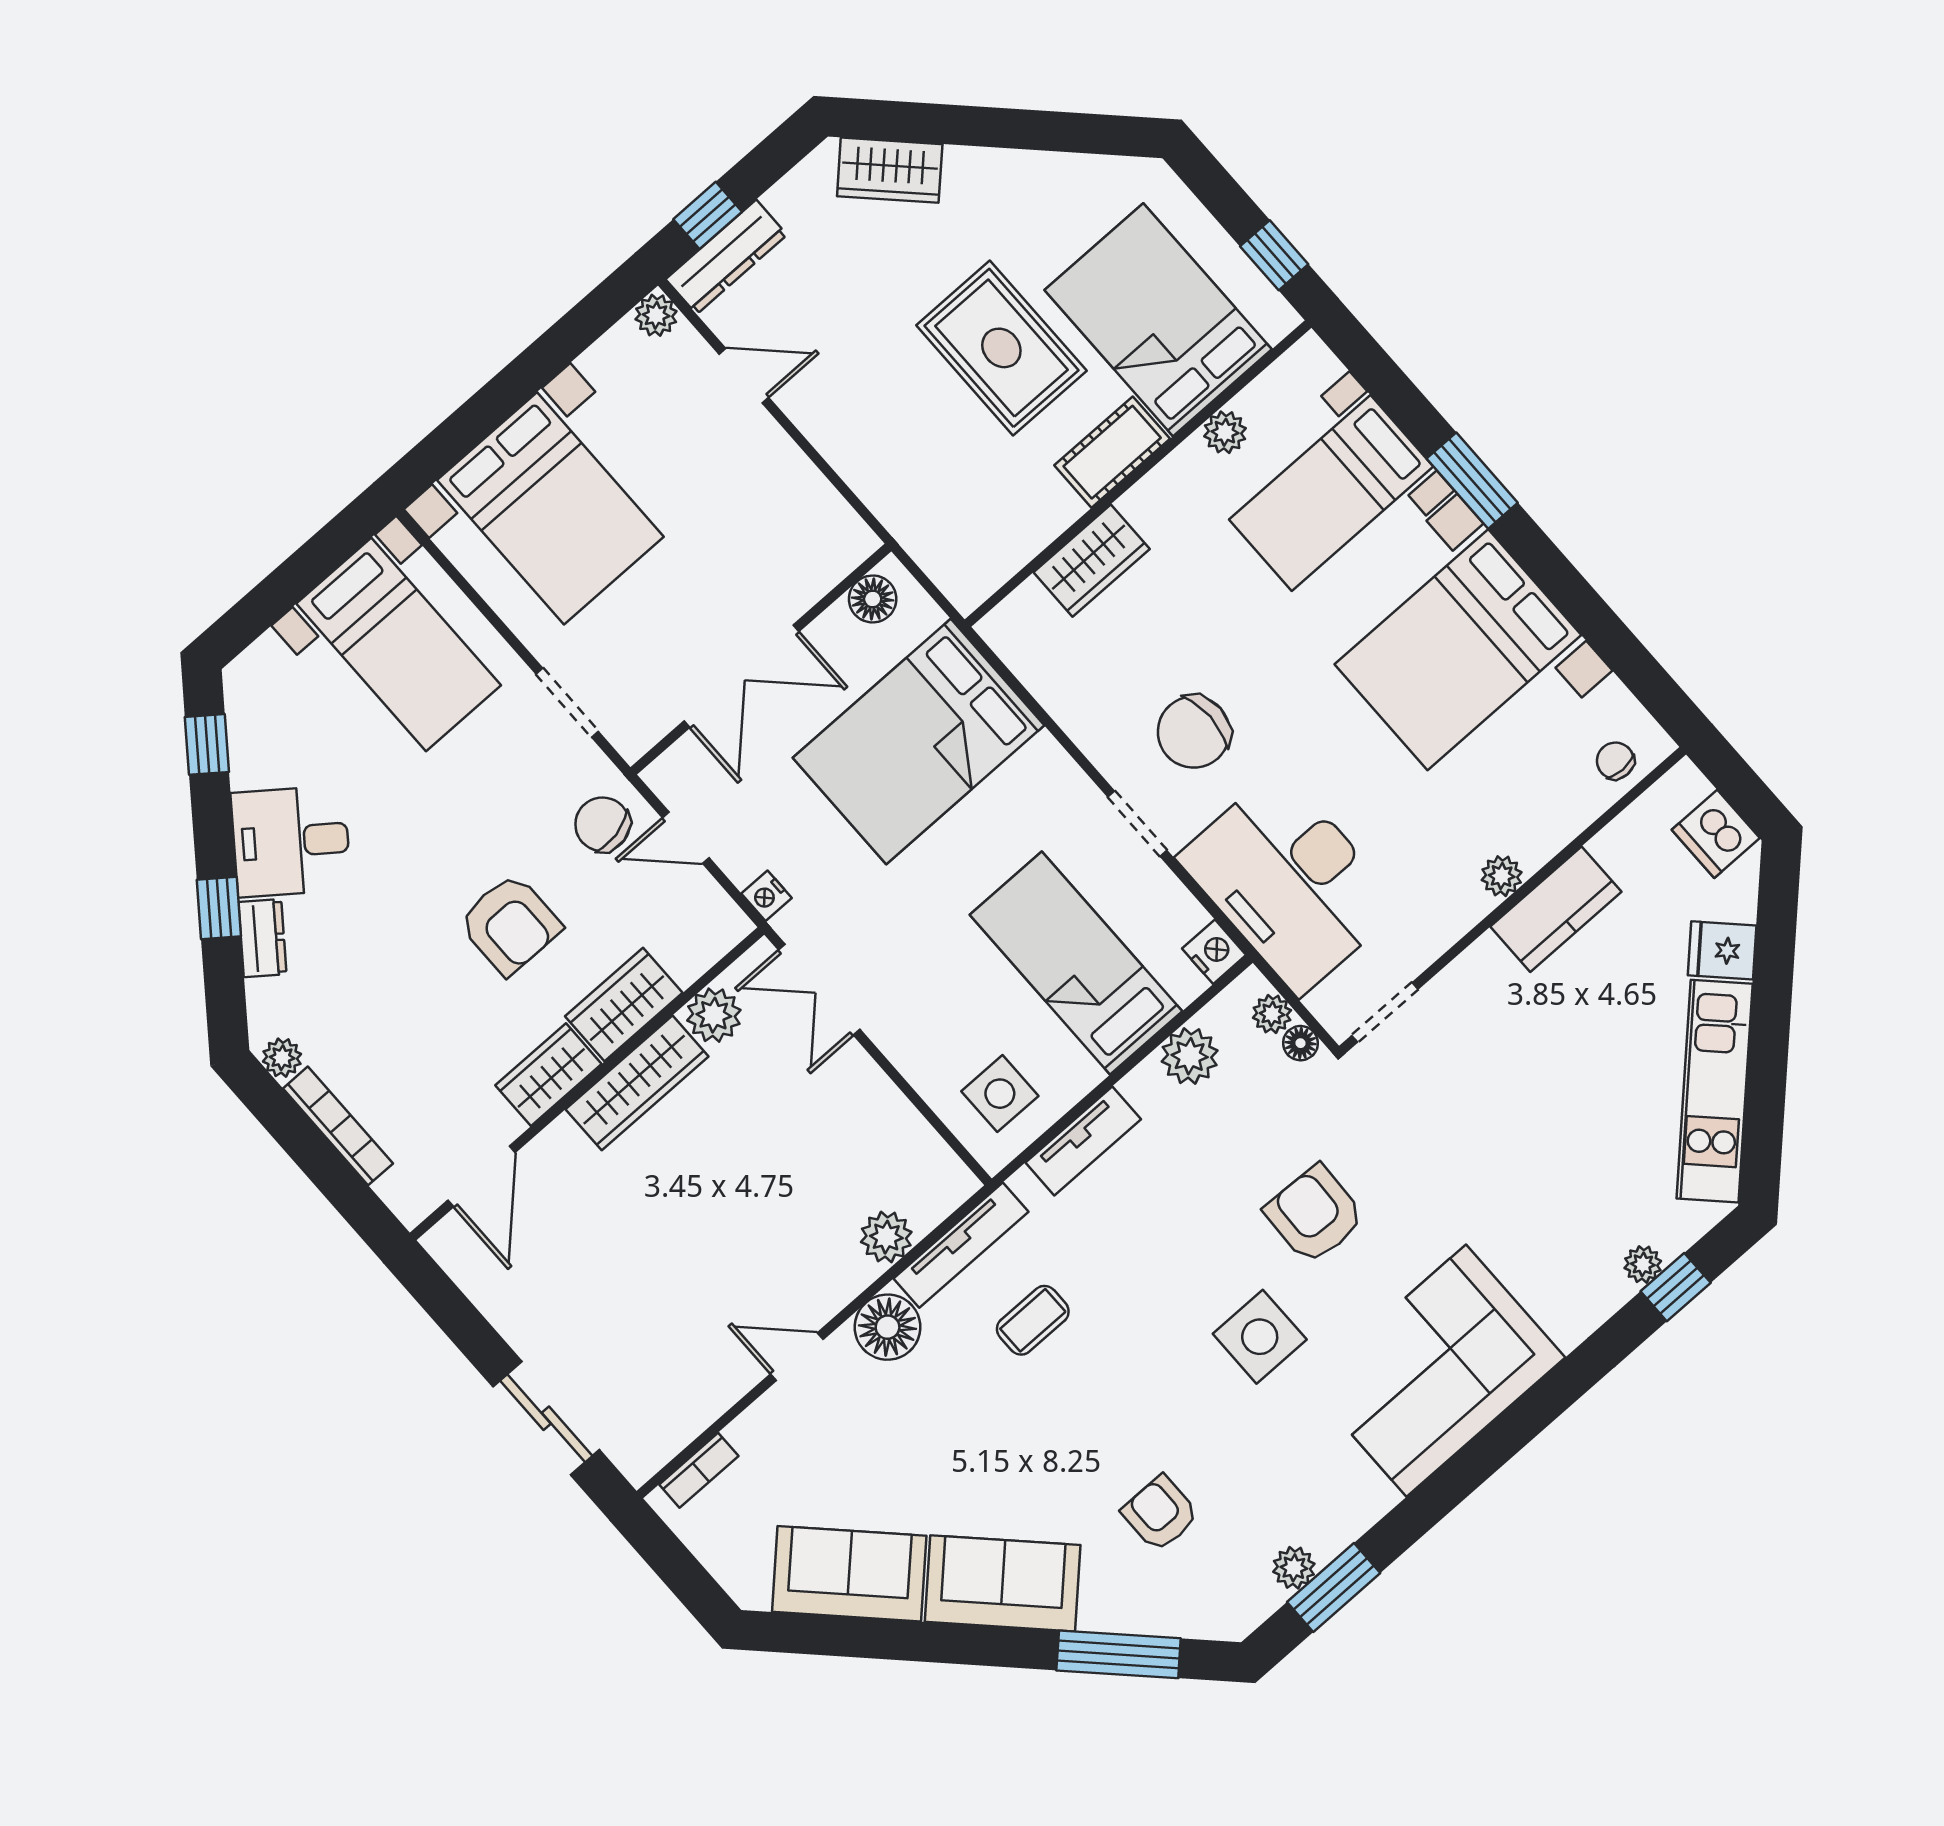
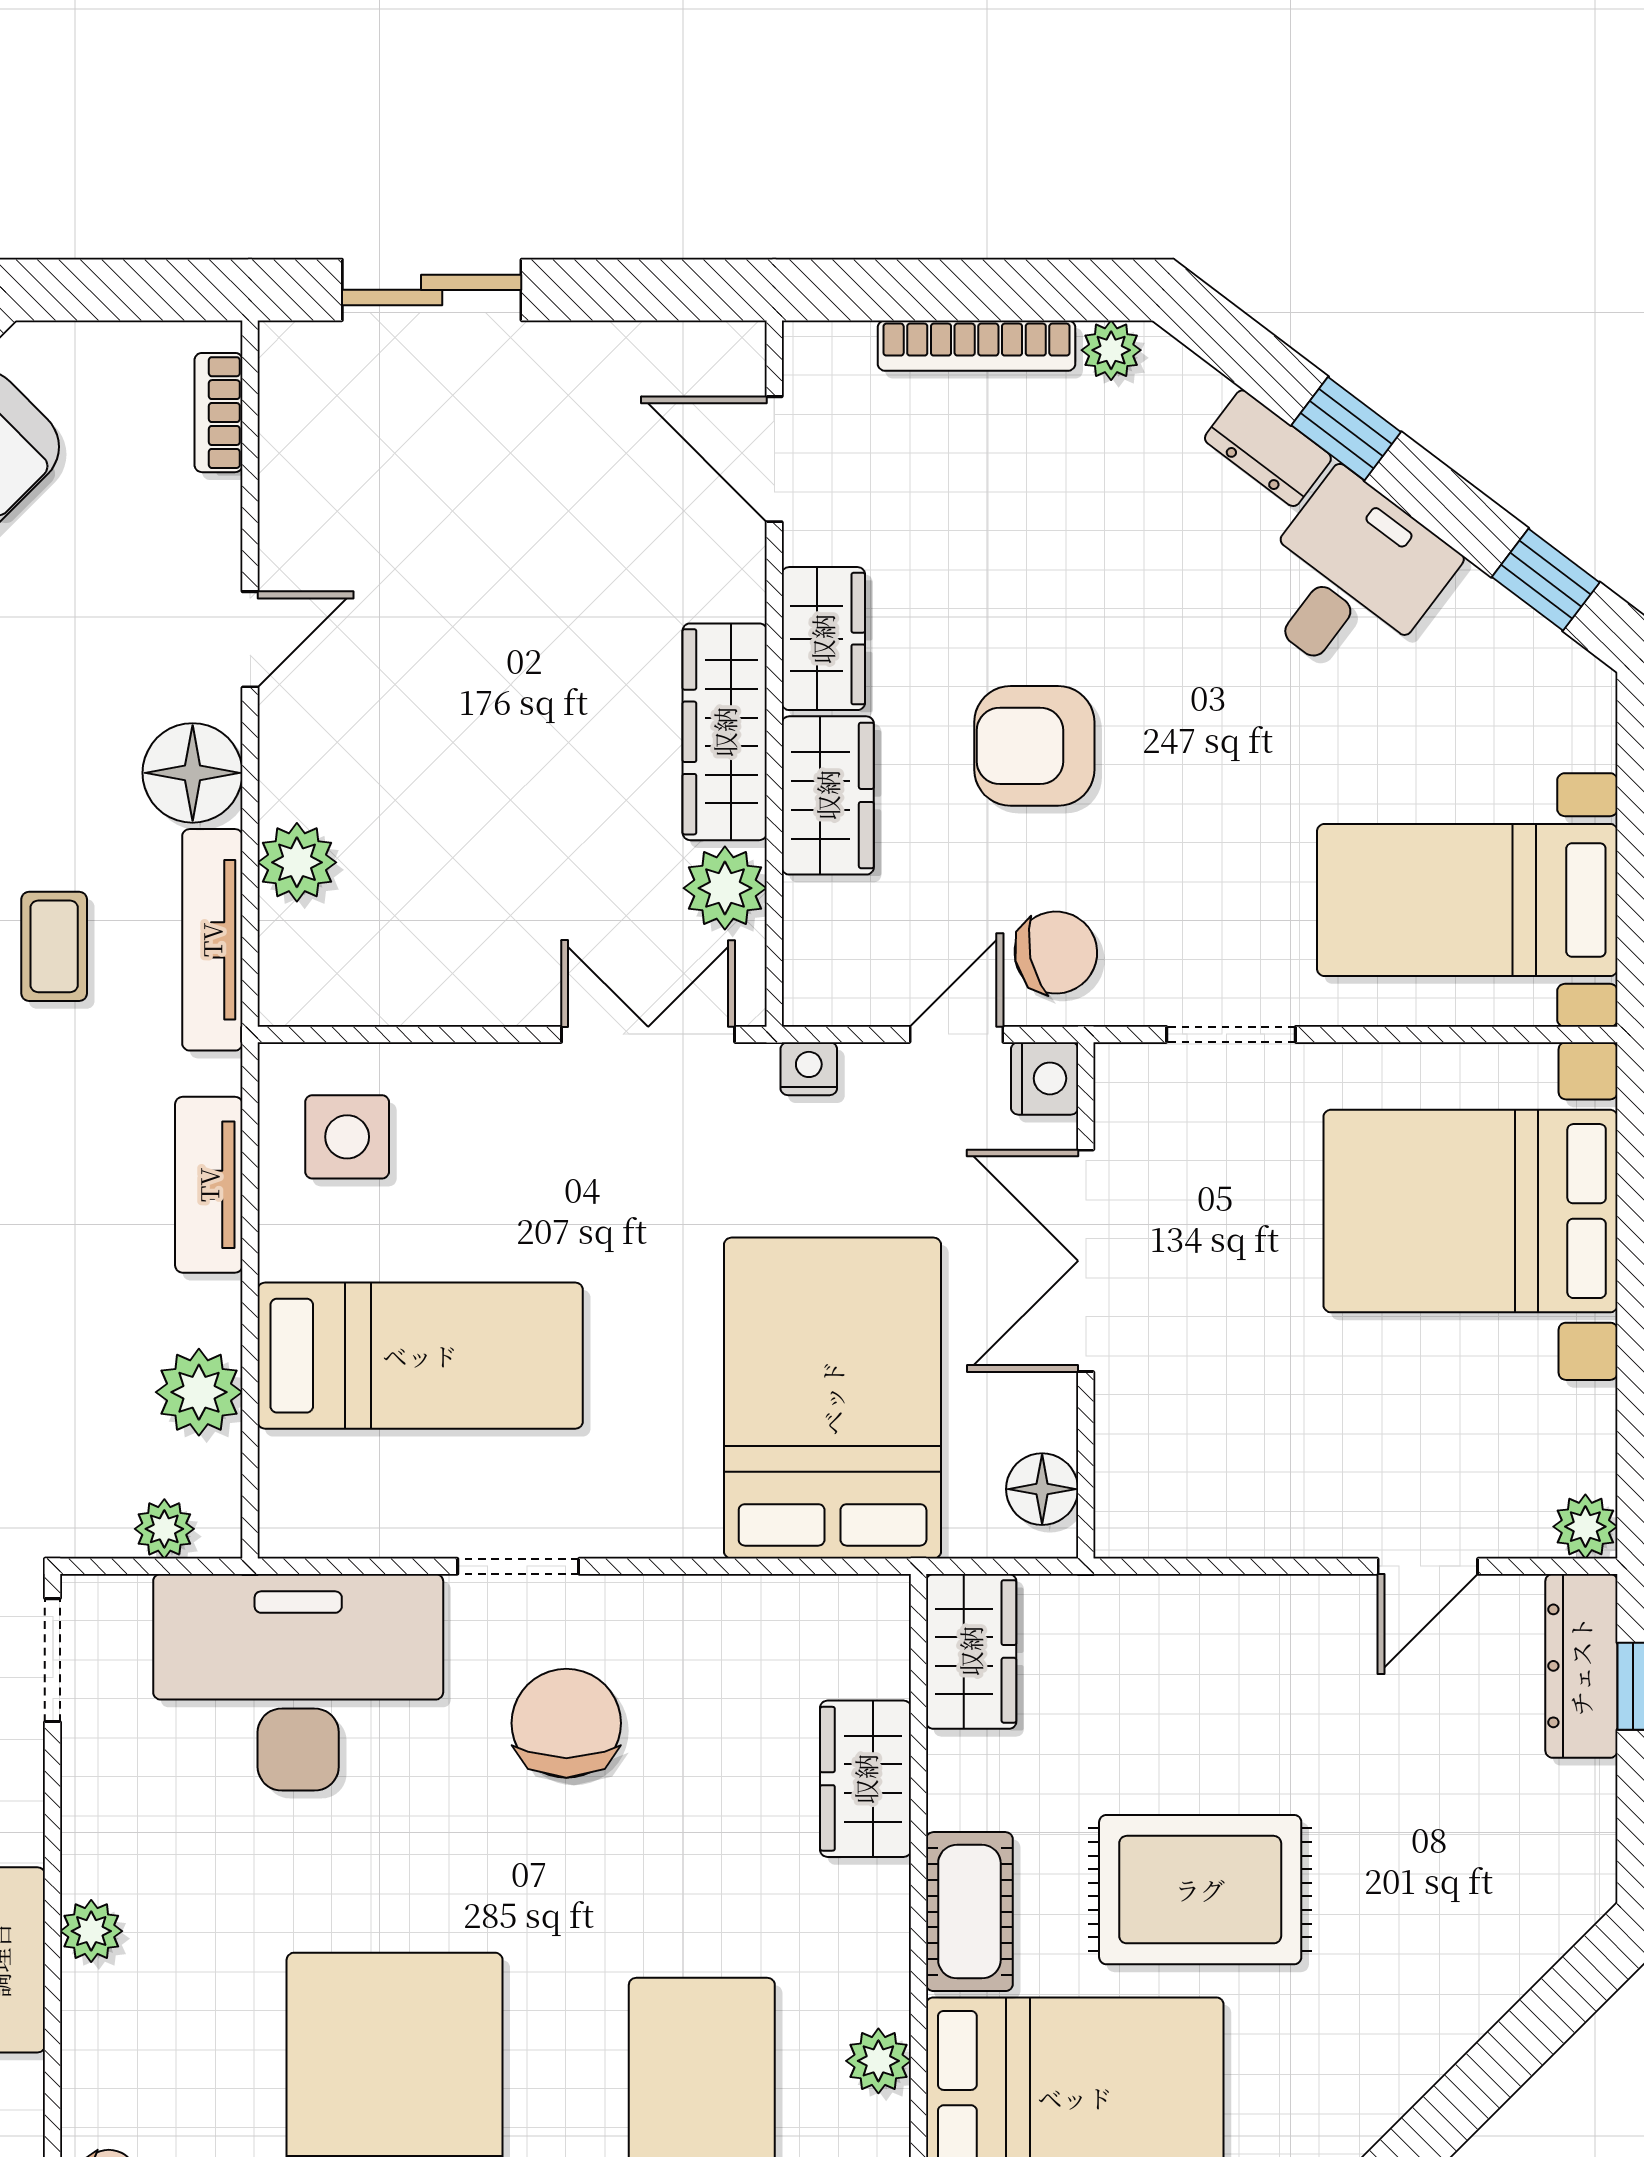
wardrobe: (890, 170) -> (971, 1651), moved, turned 135
nightstand: (1214, 952) -> (1045, 1078), moved, turned -90
floor lamp: (1300, 1043) -> (102, 1532), removed

